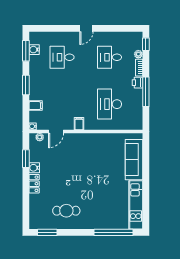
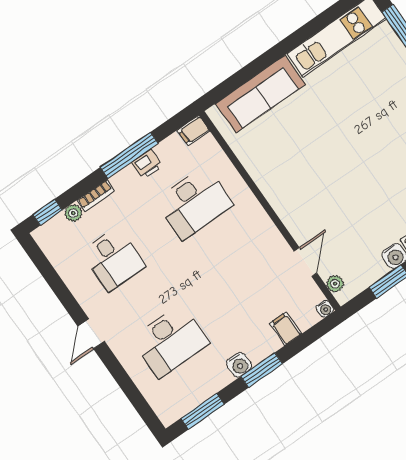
door: (86, 28) -> (91, 334), swing flipped
water cooler: (34, 50) -> (239, 365), moved
desk: (62, 57) -> (170, 341), width x1.37
printer: (137, 83) -> (147, 164), moved
filing cabinet: (79, 124) -> (194, 131), moved
door: (56, 131) -> (306, 262), hinge flipped

